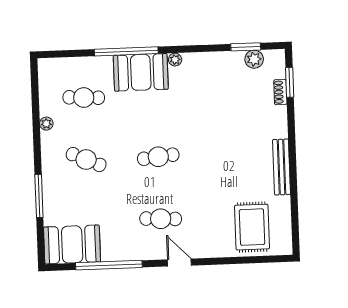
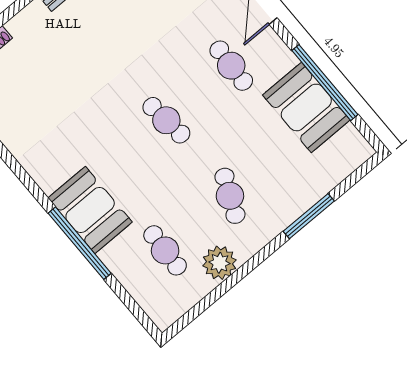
plant: (175, 60) -> (47, 184), removed
plant: (46, 124) -> (219, 263), width x1.88, depth x1.88
booth: (72, 244) -> (306, 107), moved

